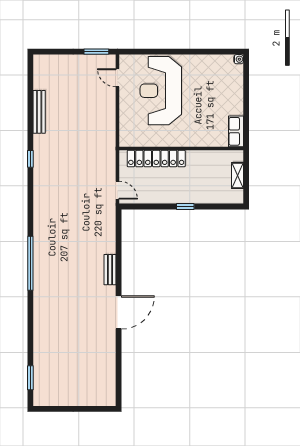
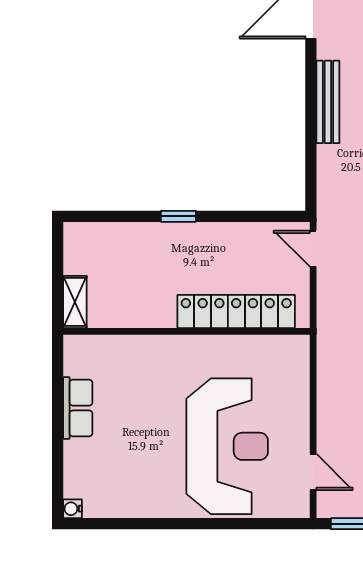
row of seats: (236, 131) -> (78, 408), moved
shelving: (237, 175) -> (75, 302), moved
bench: (110, 270) -> (328, 102), width x1.36

